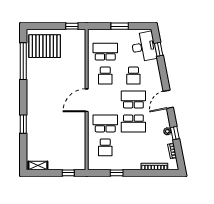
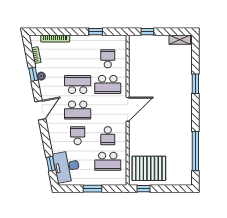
pallet: (45, 46) -> (149, 168), moved
school desk: (105, 76) -> (108, 136), turned 180

